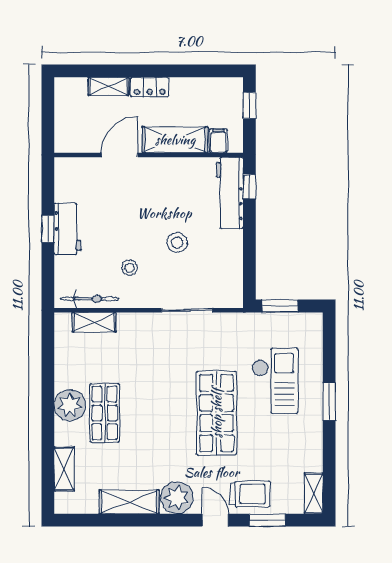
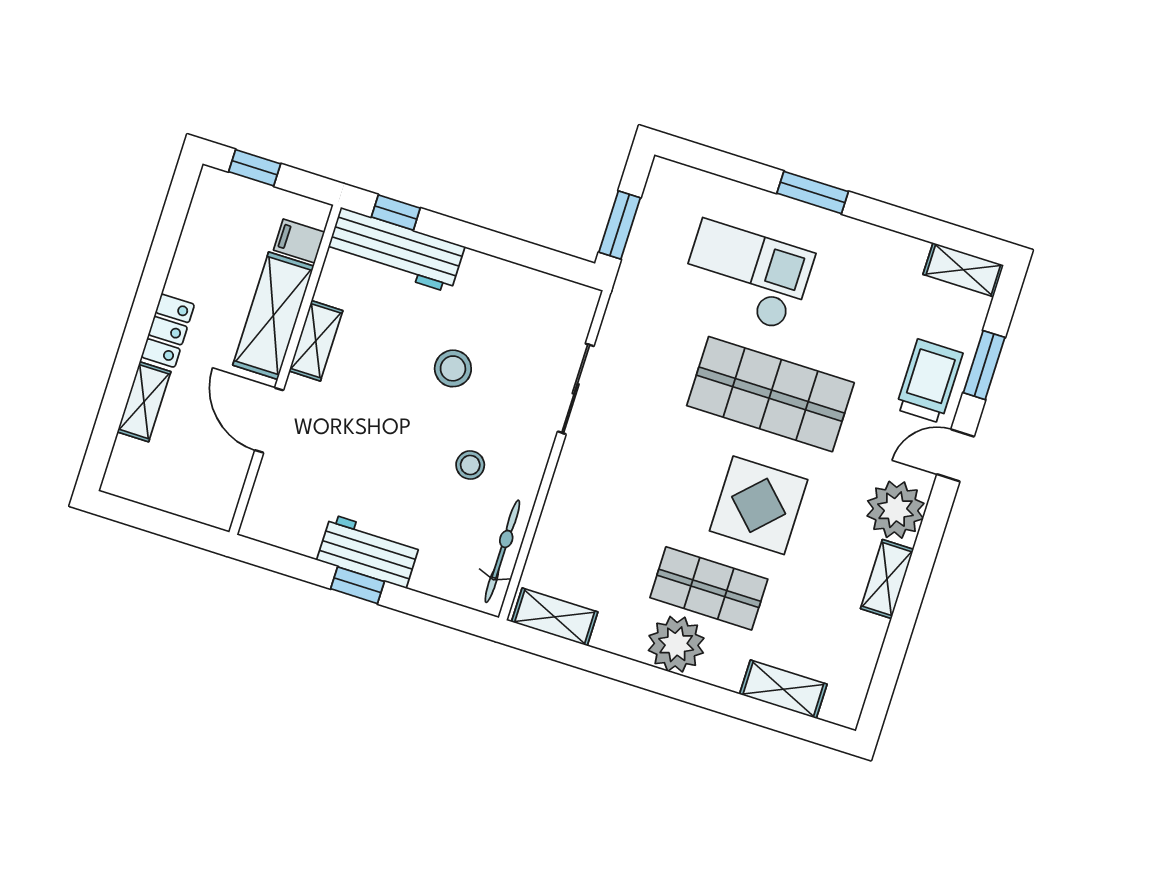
shelving: (169, 166) -> (316, 341), added
shelving: (94, 322) -> (555, 617), moved, turned 90
display table: (156, 425) -> (759, 505), added
shelving: (129, 502) -> (887, 579), width x0.67, depth x0.75

